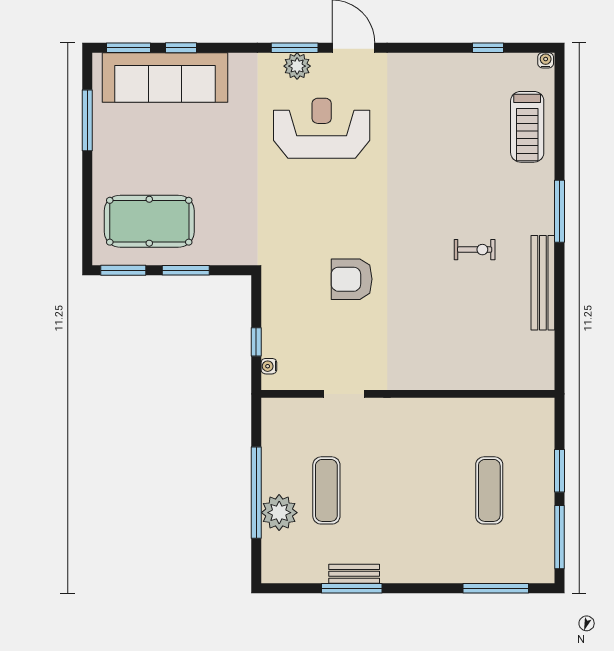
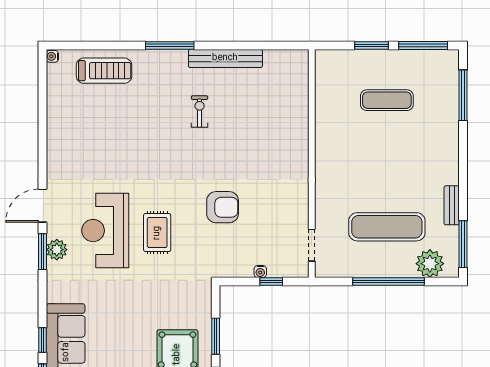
window: (488, 48) -> (42, 101), removed
rug: (319, 195) -> (157, 233), added
armchair: (352, 279) -> (223, 207), turned -90
water cooler: (269, 366) -> (260, 272), moved
doorway: (344, 394) -> (312, 245), moved
exercise mat: (326, 490) -> (387, 227), width x1.36, depth x1.45
plant: (279, 513) -> (430, 264), moved
window: (352, 588) -> (463, 244), moved

